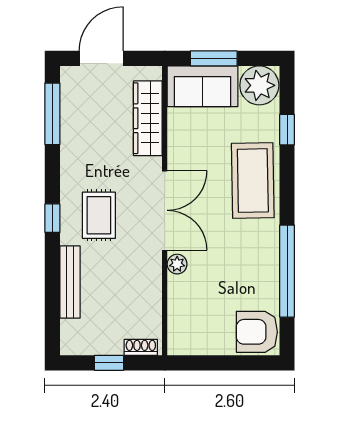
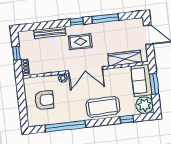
window: (52, 114) -> (105, 18), moved
armchair: (257, 332) -> (44, 100), moved, turned 91

